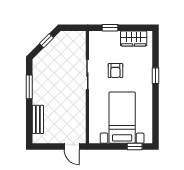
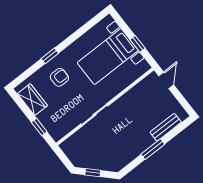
armchair: (115, 71) -> (59, 77), moved
window: (29, 87) -> (153, 149), moved
window: (135, 146) -> (138, 44), moved

